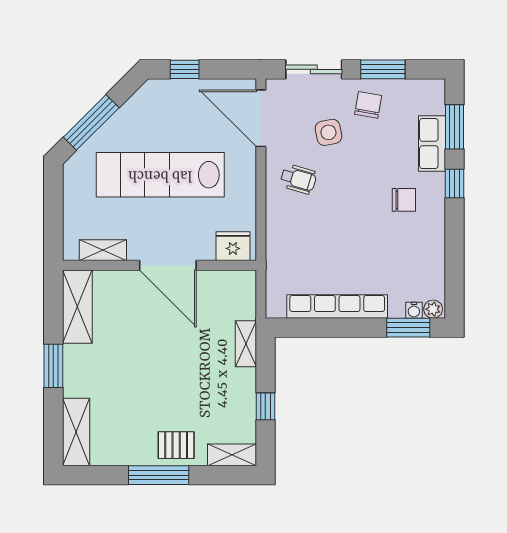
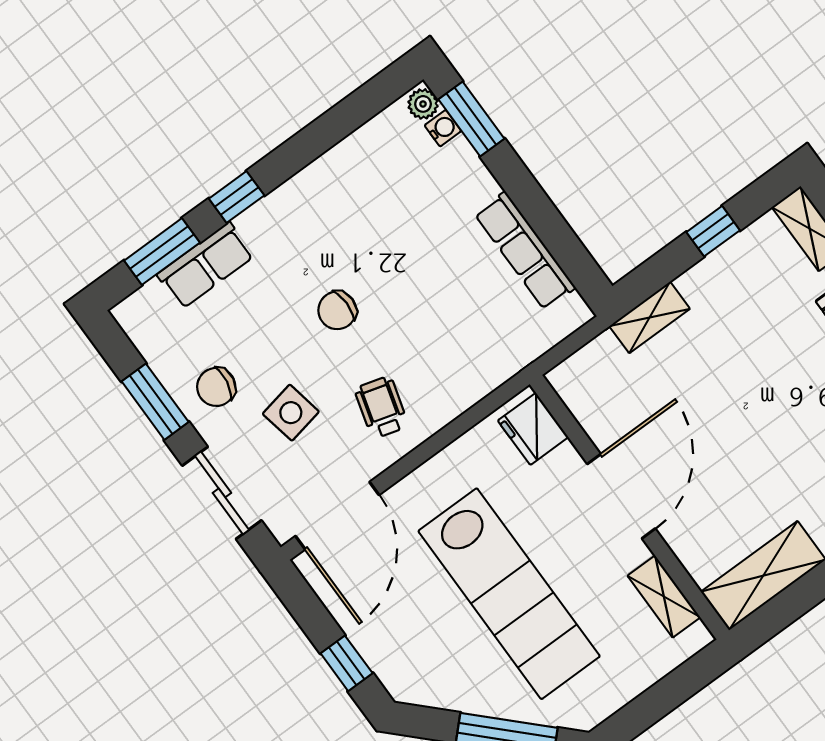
chair: (404, 200) -> (337, 310), moved, turned -90
row of seats: (337, 306) -> (525, 251), width x0.73

